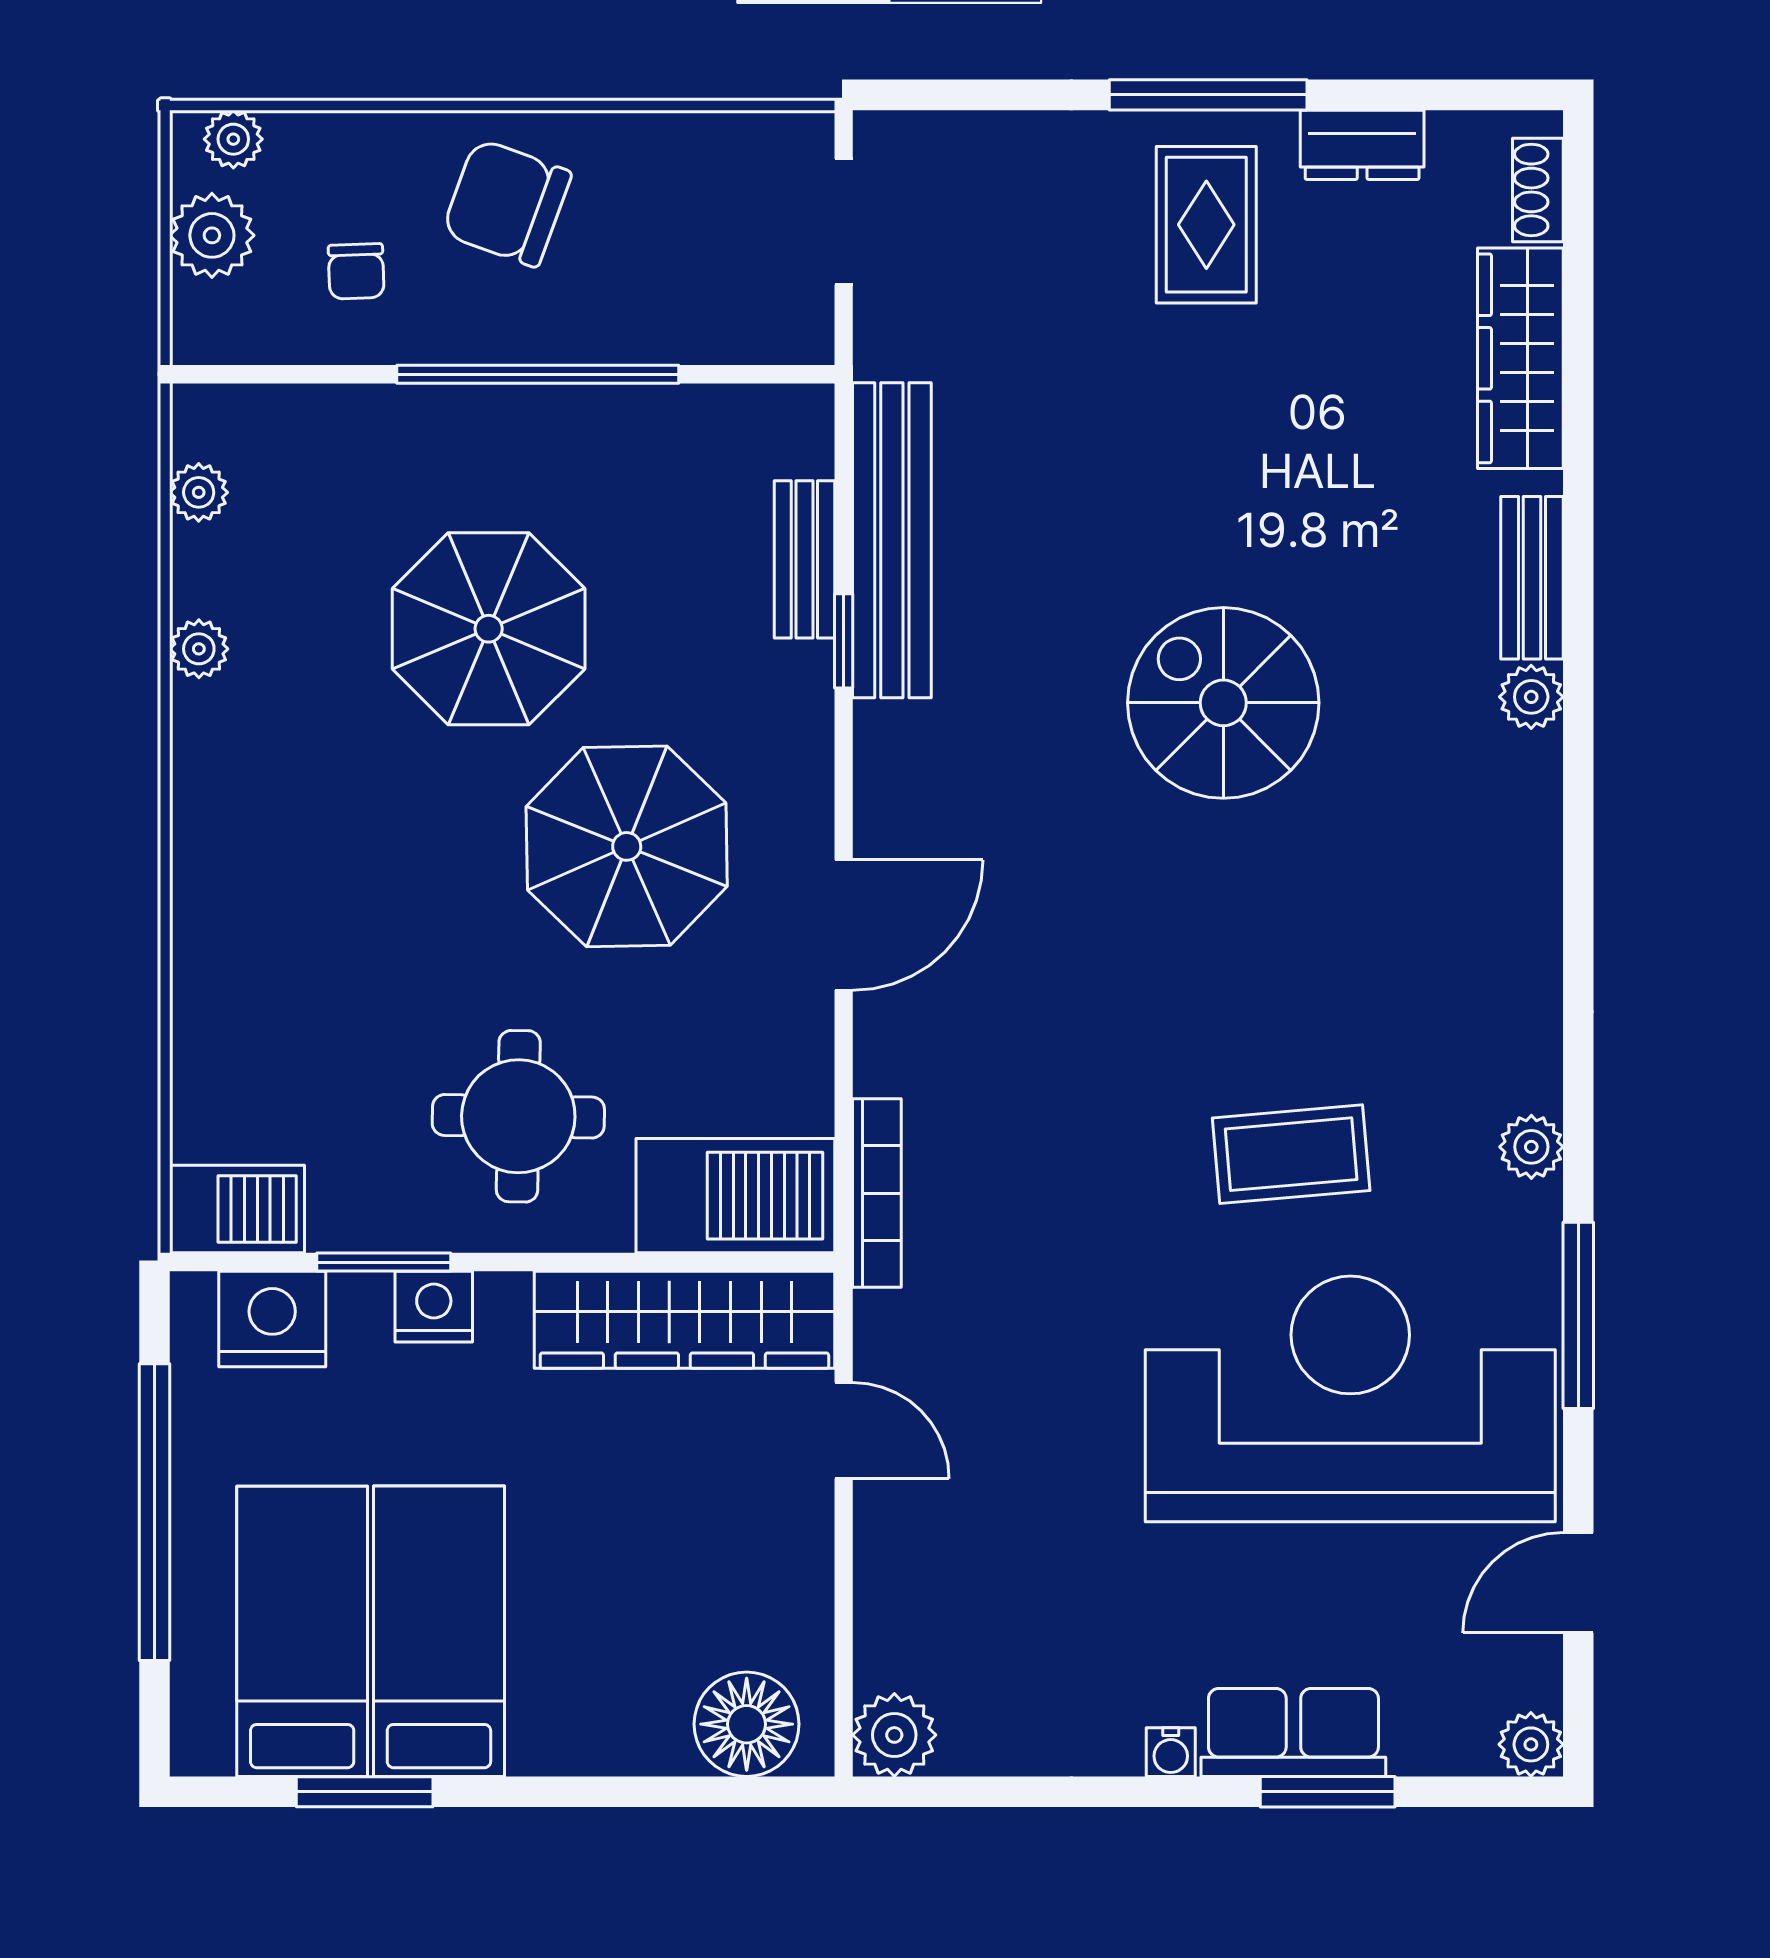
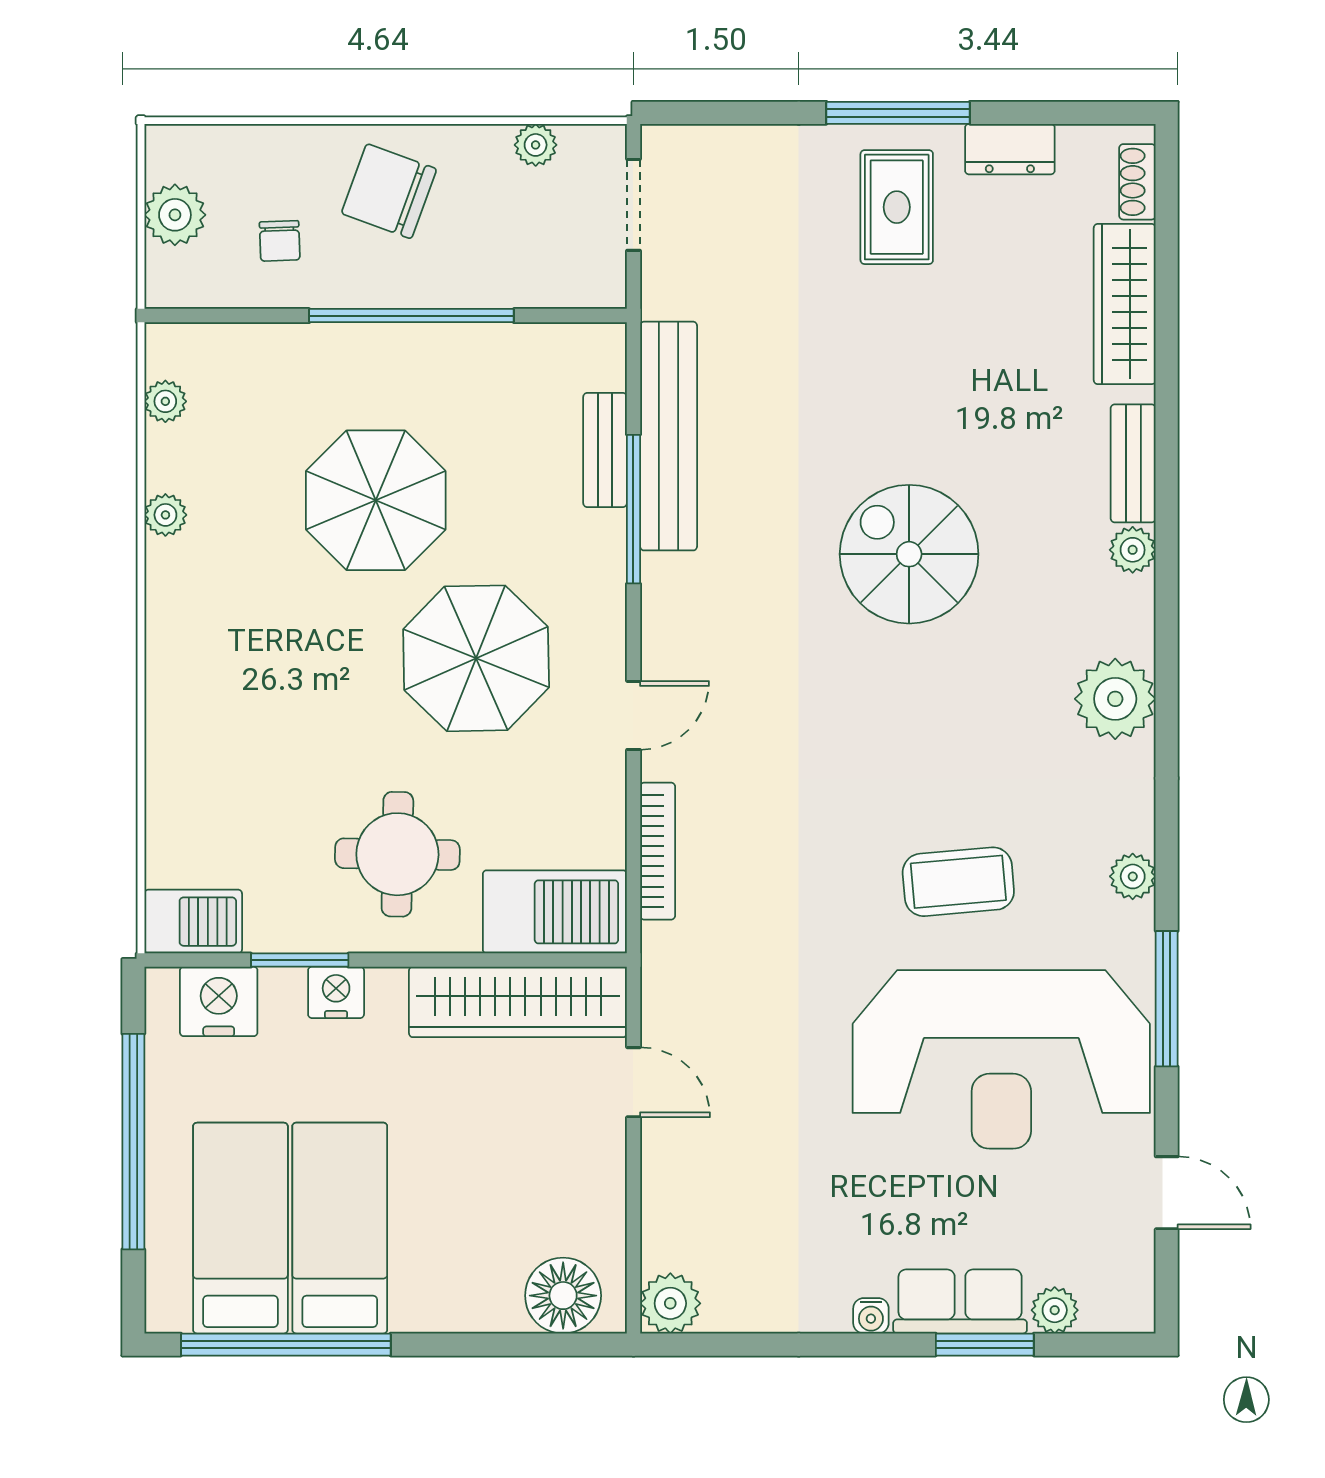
plant: (233, 139) -> (536, 145), moved
window: (844, 641) -> (633, 509), width x2.17
plant: (1507, 902) -> (1115, 699), added
door: (844, 925) -> (633, 715), width x0.73
bookcase: (877, 1193) -> (658, 851), moved
reception desk: (1350, 1399) -> (1001, 1059), turned 180
door: (1578, 1583) -> (1167, 1193), swing flipped
plant: (1531, 1744) -> (1055, 1310), moved
window: (365, 1792) -> (286, 1345), width x2.11

